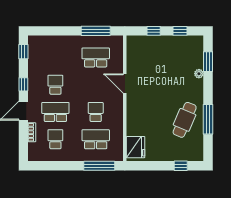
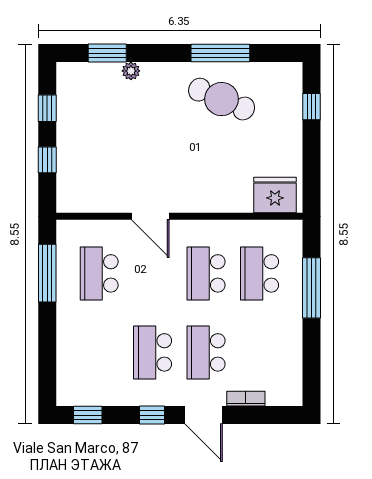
door: (125, 83) -> (150, 216), hinge flipped
school desk: (55, 85) -> (153, 352), width x1.85
school desk: (96, 112) -> (206, 273), width x1.85
school desk: (55, 139) -> (260, 352), removed
window: (99, 166) -> (311, 288), moved

